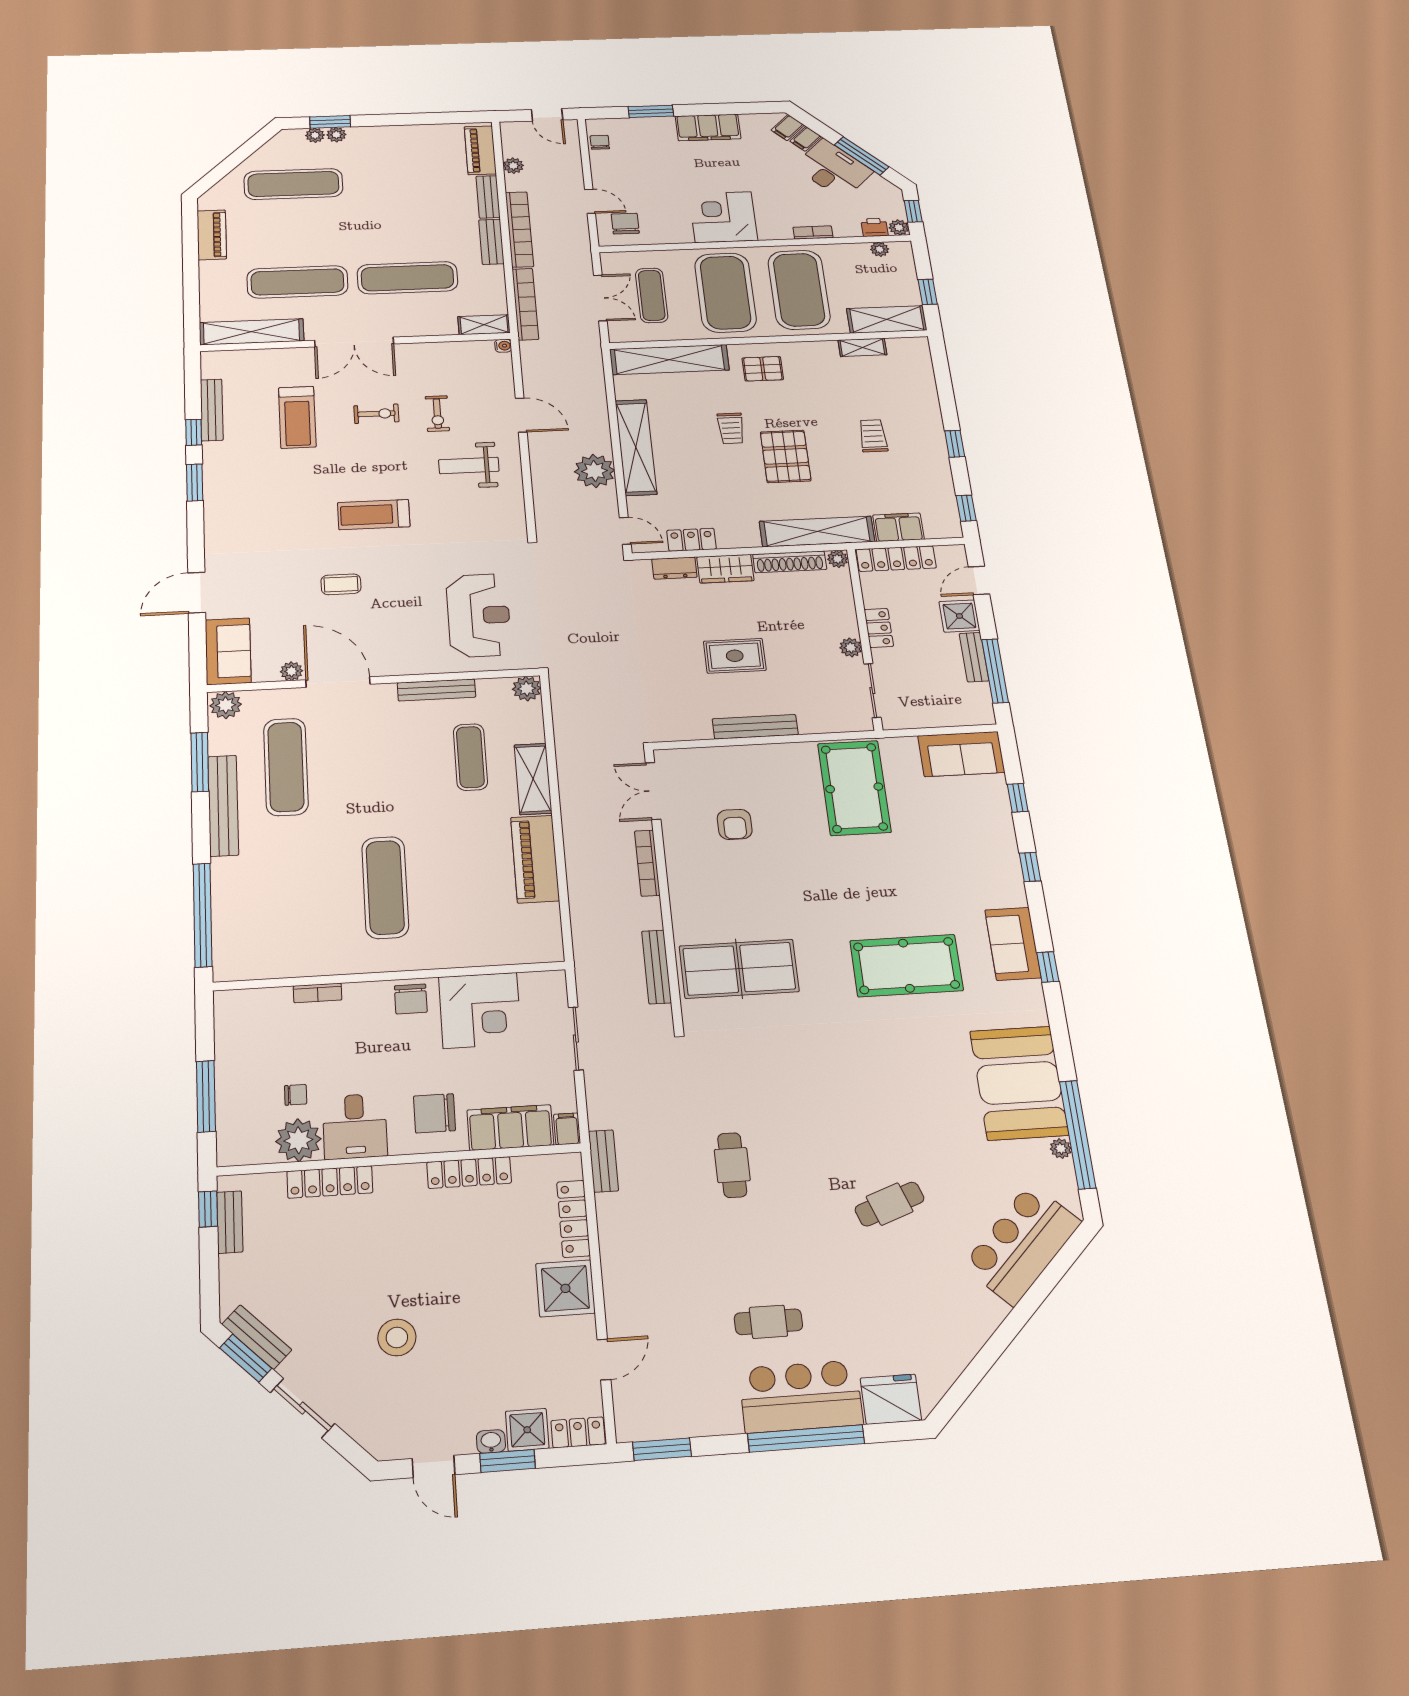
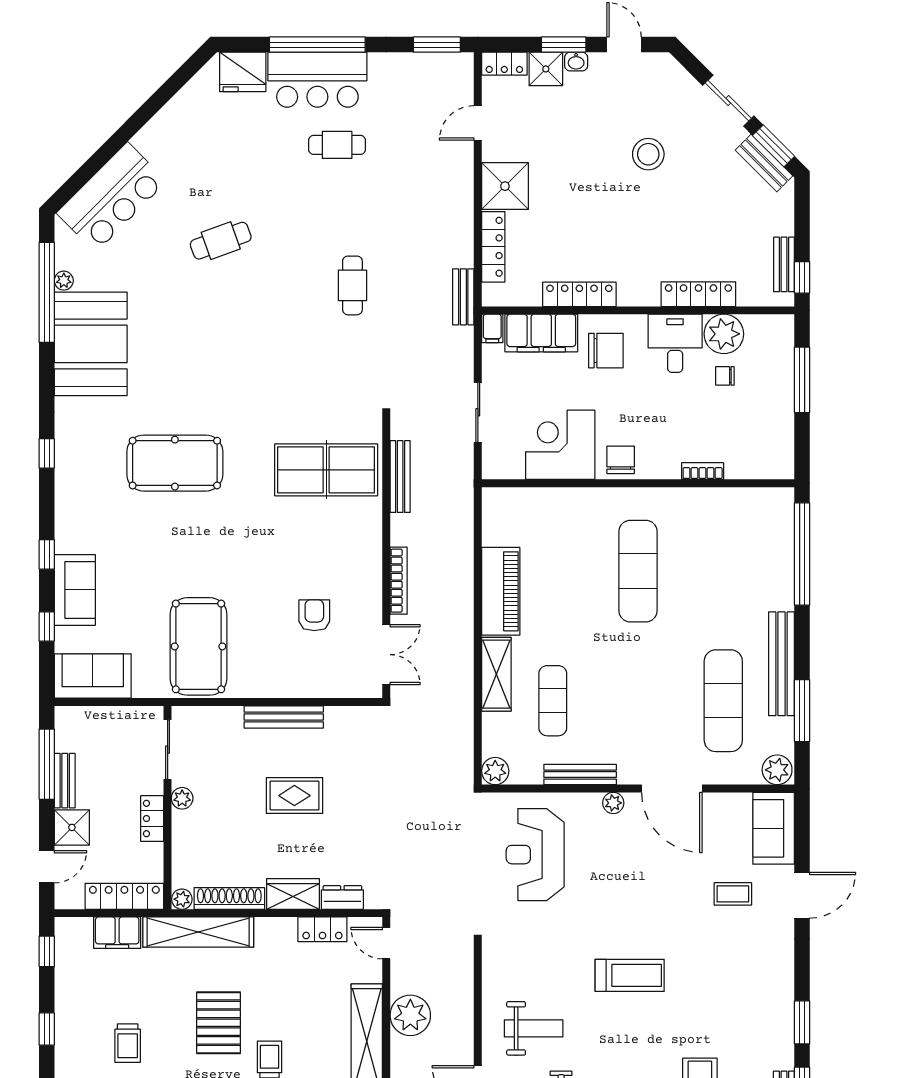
coffee table: (341, 584) -> (733, 894), moved
plant: (291, 671) -> (613, 803), moved
sofa: (1013, 944) -> (75, 590), moved

